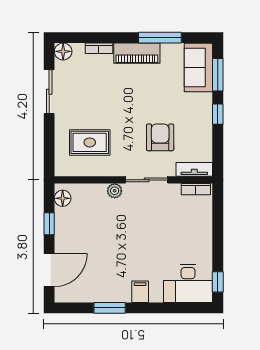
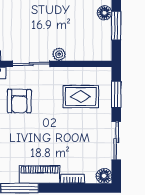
window: (49, 145) -> (116, 94), added
floor lamp: (63, 198) -> (104, 13), moved
window: (49, 224) -> (116, 26), width x1.50

